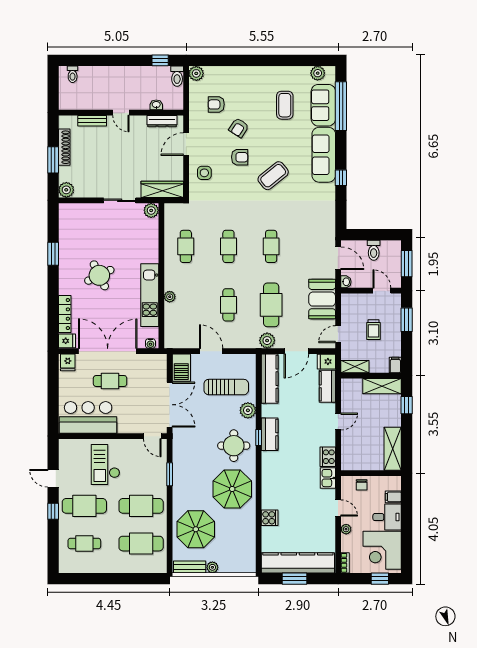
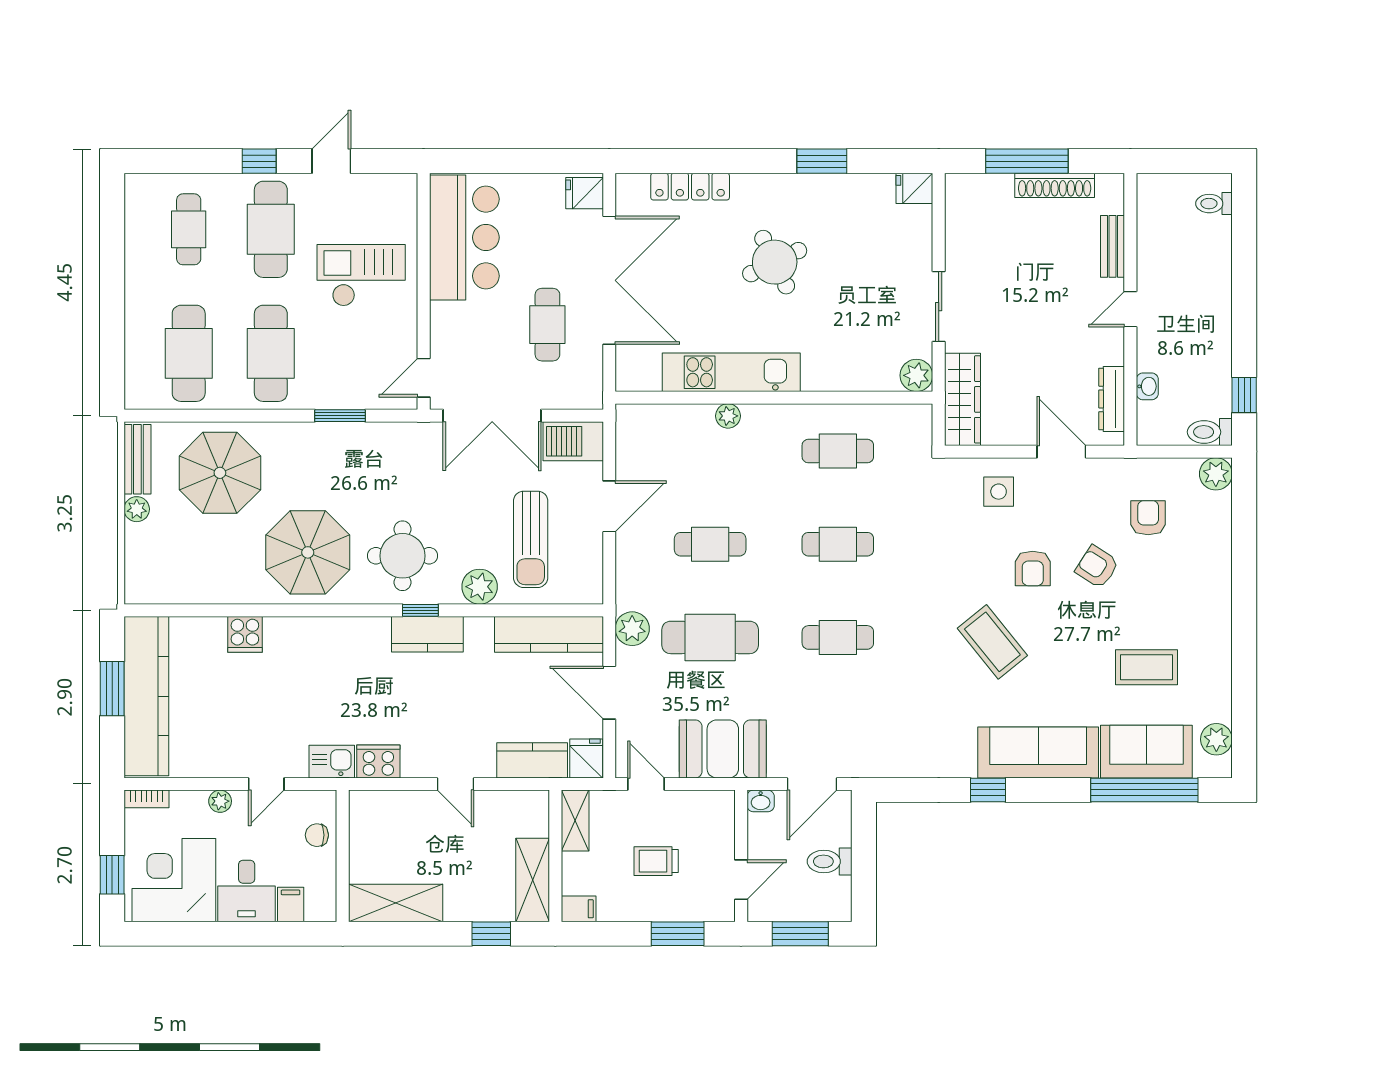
window: (53, 160) -> (1027, 161), width x1.44
plant: (66, 190) -> (961, 190), removed
fridge: (67, 341) -> (914, 188), moved, turned 90
water cooler: (150, 343) -> (626, 374), removed
cafe table: (110, 381) -> (547, 325), moved

